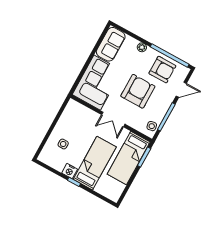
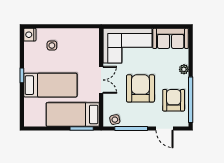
armchair: (162, 70) -> (174, 100), turned 180
armchair: (138, 91) -> (140, 88), turned -90
double door: (113, 119) -> (101, 80), swing flipped
nightstand: (70, 171) -> (30, 35), moved

